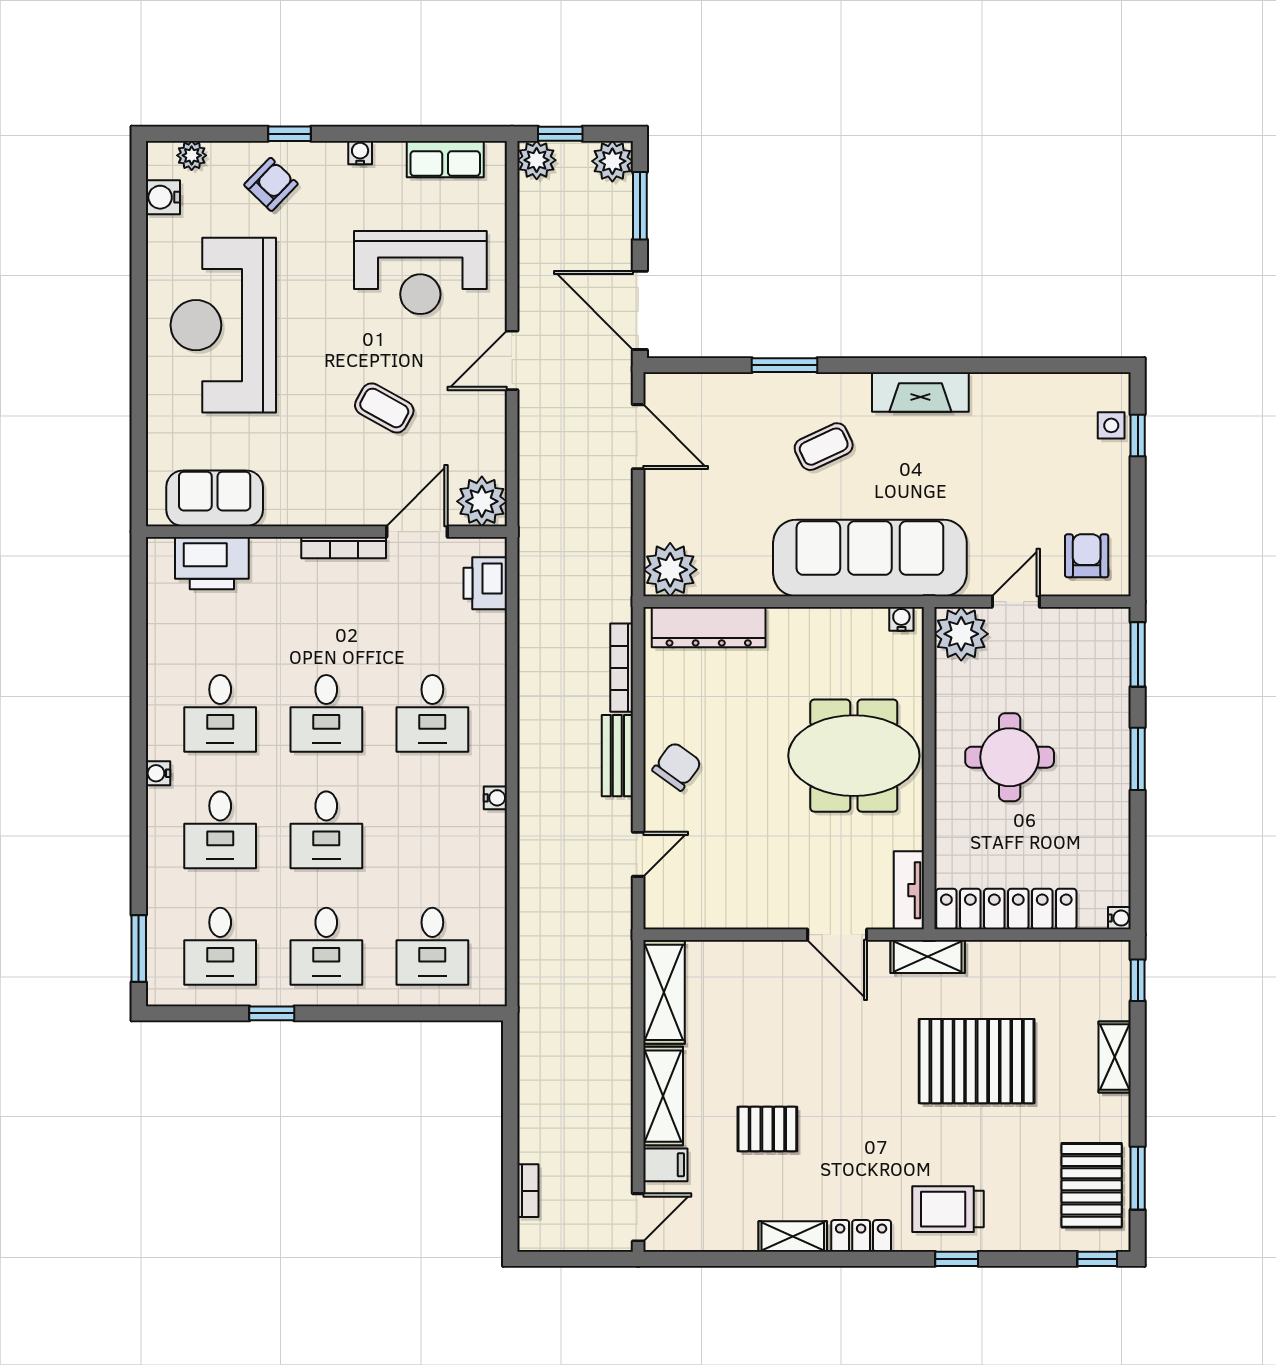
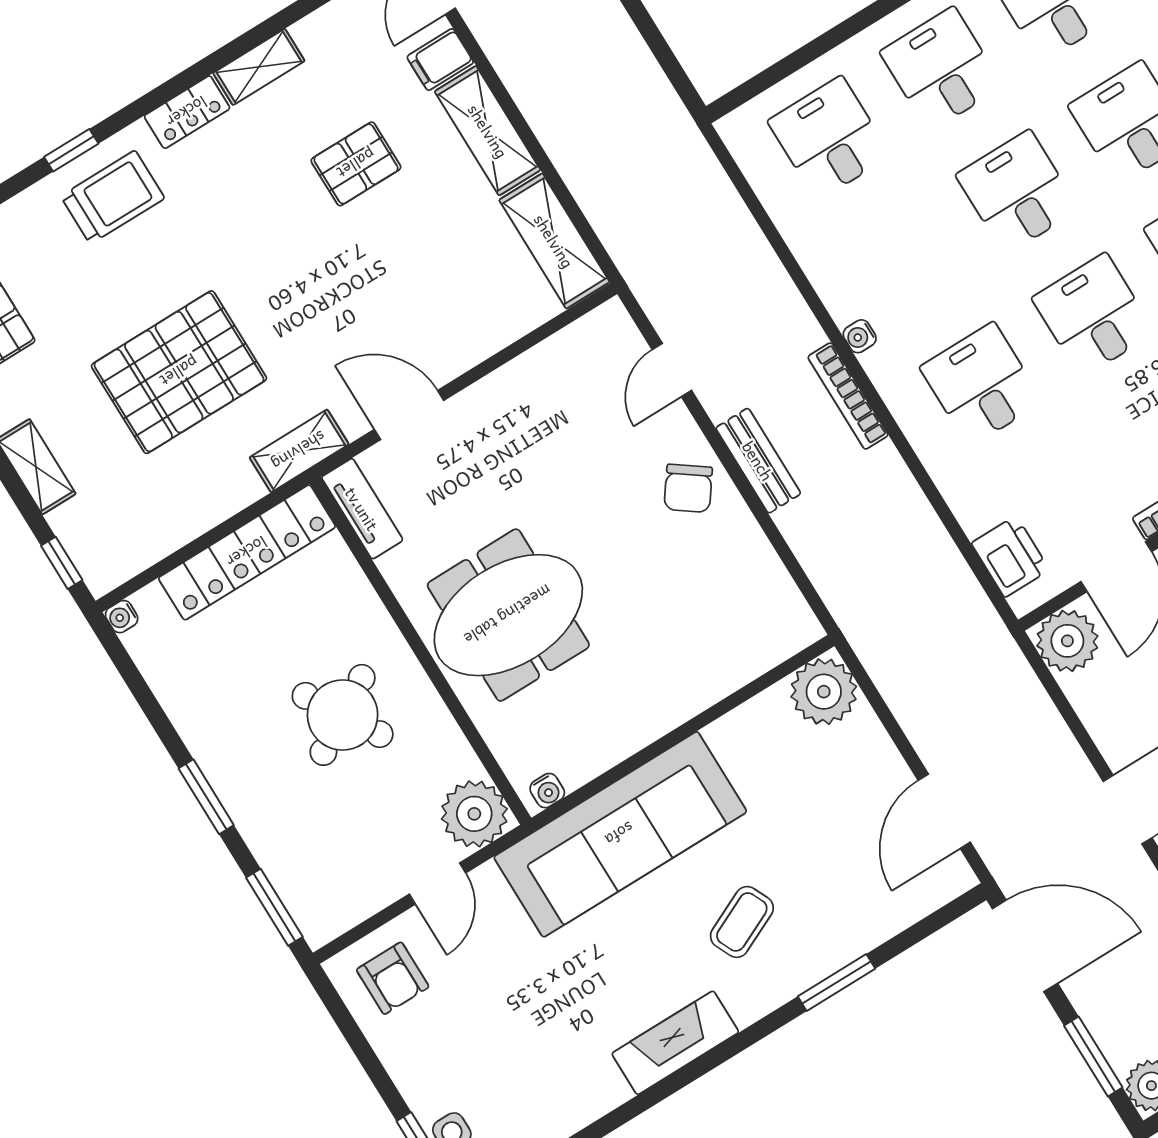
door: (638, 437) -> (944, 811), hinge flipped
dresser: (709, 627) -> (746, 656), removed
bookcase: (622, 668) -> (848, 396), moved, turned 180
round table: (1010, 757) -> (343, 715), turned -31

